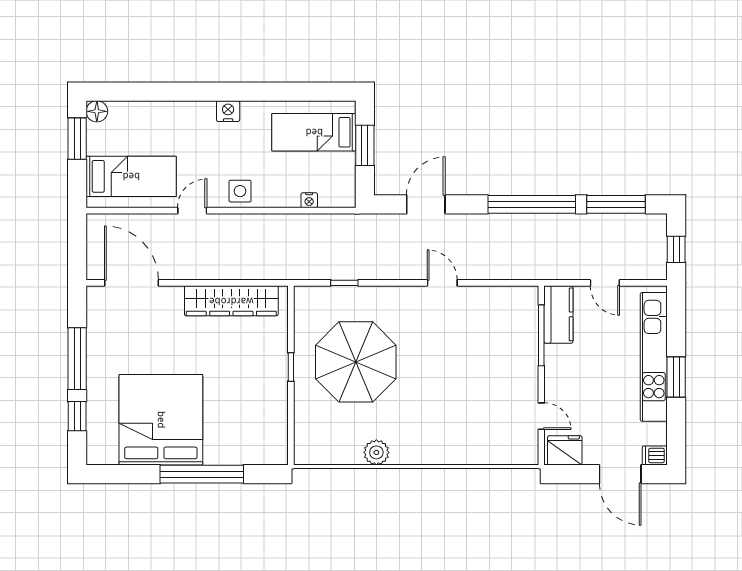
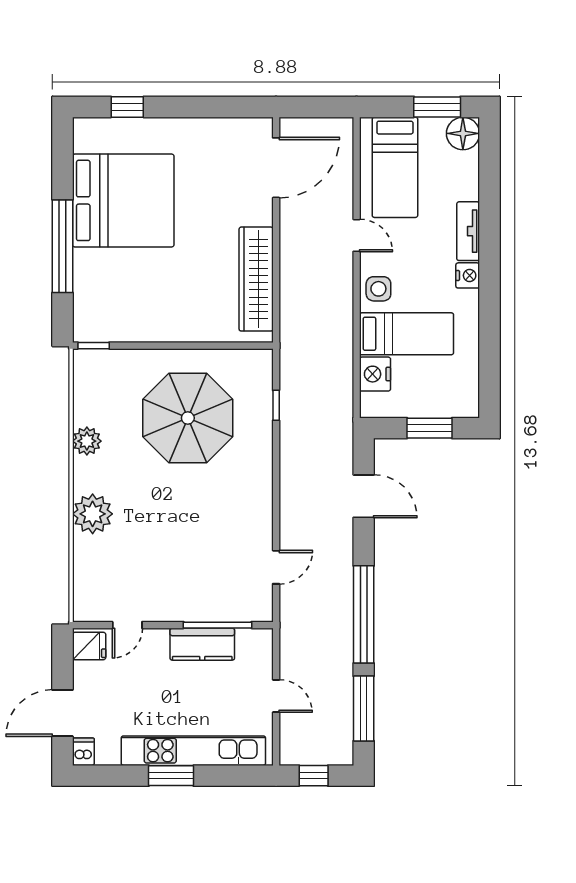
floor lamp: (97, 111) -> (463, 133), width x1.38, depth x1.38
tv unit: (188, 111) -> (468, 231), added
bed: (314, 132) -> (407, 334), moved, turned 90
nightstand: (309, 200) -> (375, 374), width x1.89, depth x1.79
door: (442, 283) -> (276, 567), moved
door: (605, 283) -> (276, 696), swing flipped
kitchen counter: (558, 314) -> (202, 644), moved
window: (77, 359) -> (191, 107), removed
window: (291, 367) -> (94, 346), moved
plant: (442, 447) -> (93, 514), added
fridge: (565, 450) -> (89, 646), width x0.72

